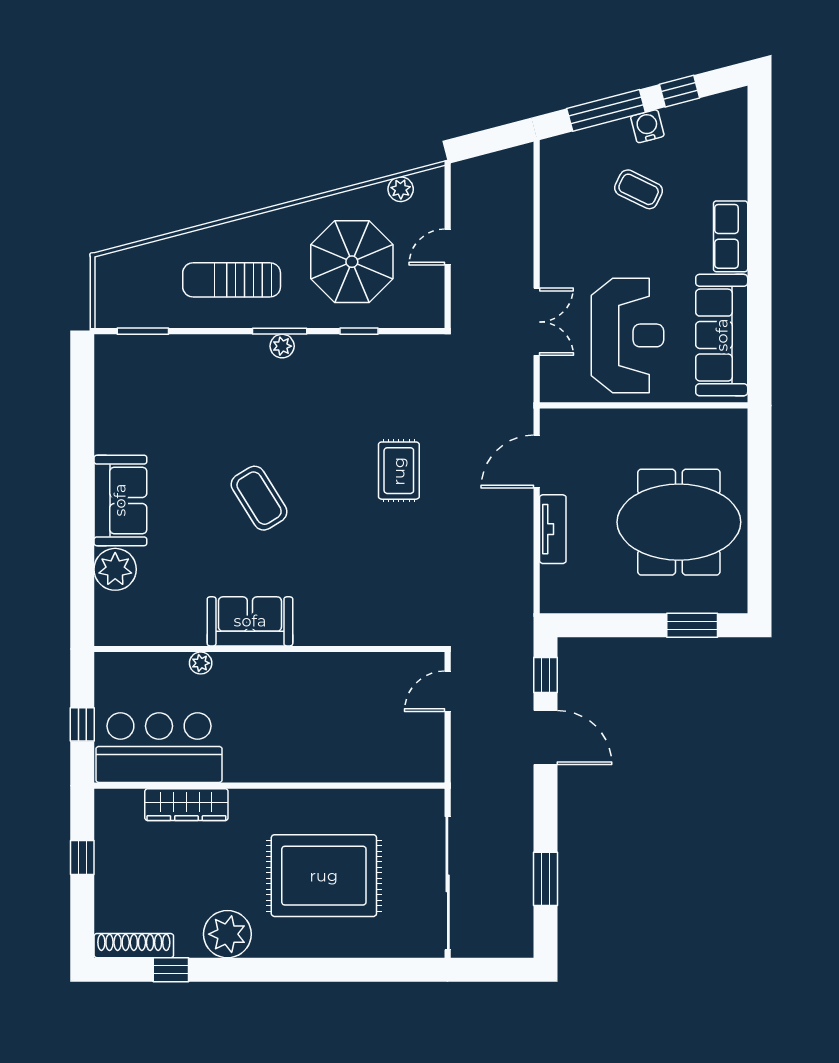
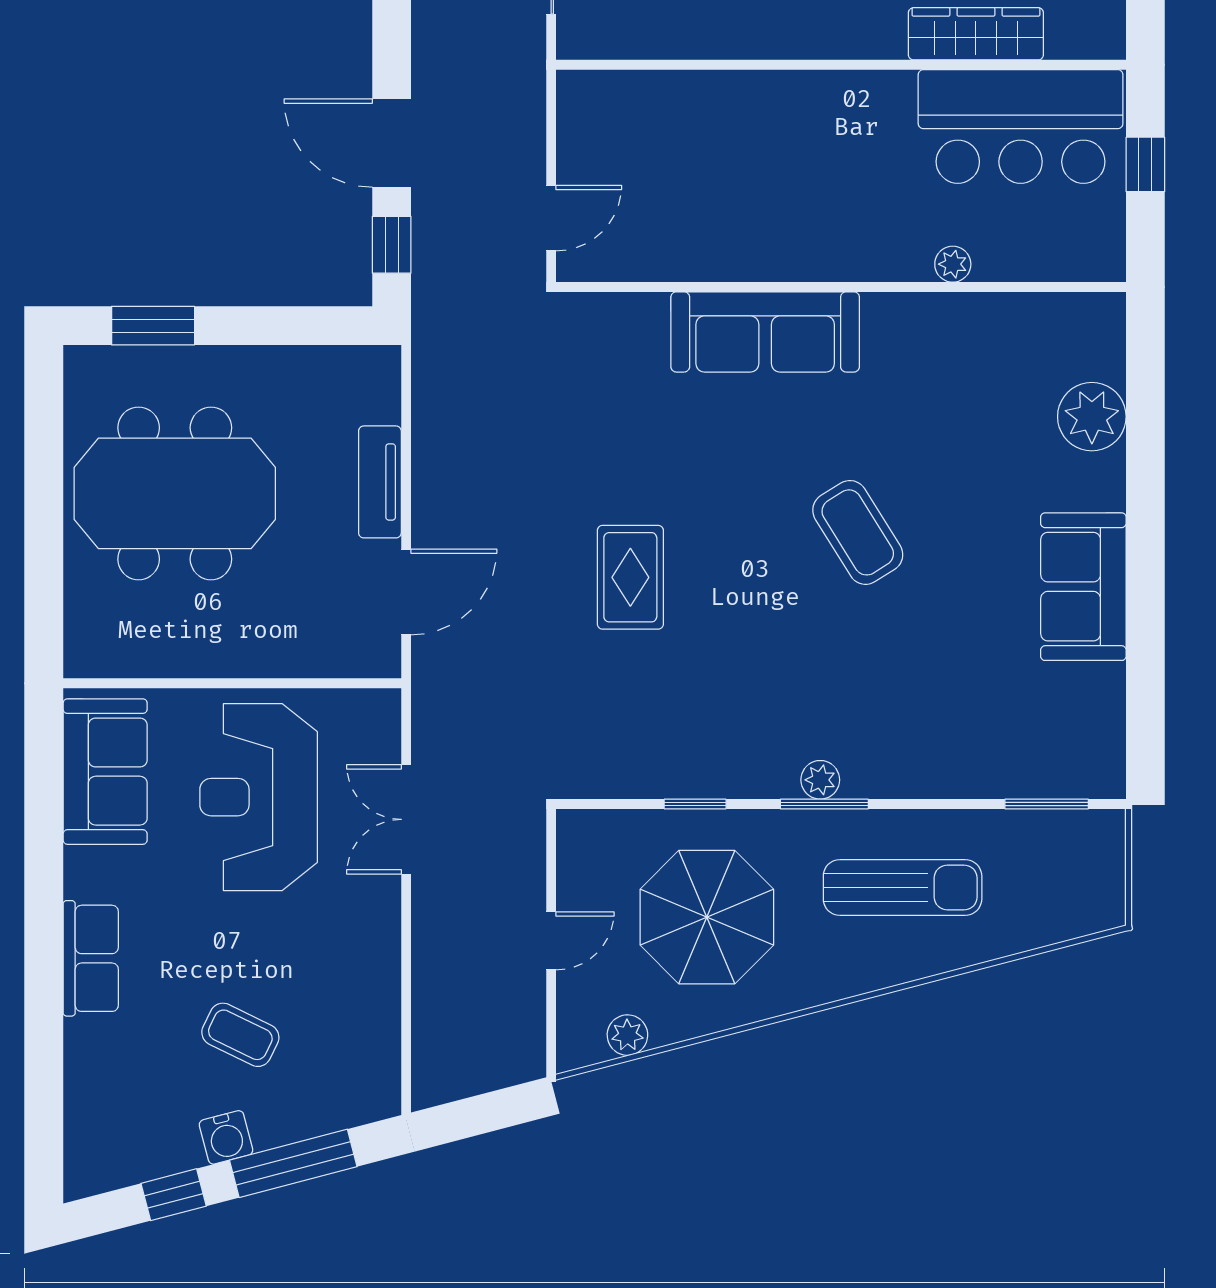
sofa: (722, 335) -> (105, 772), width x0.73
sofa: (120, 500) -> (1083, 587), moved
sofa: (250, 621) -> (765, 332), moved, width x1.36

